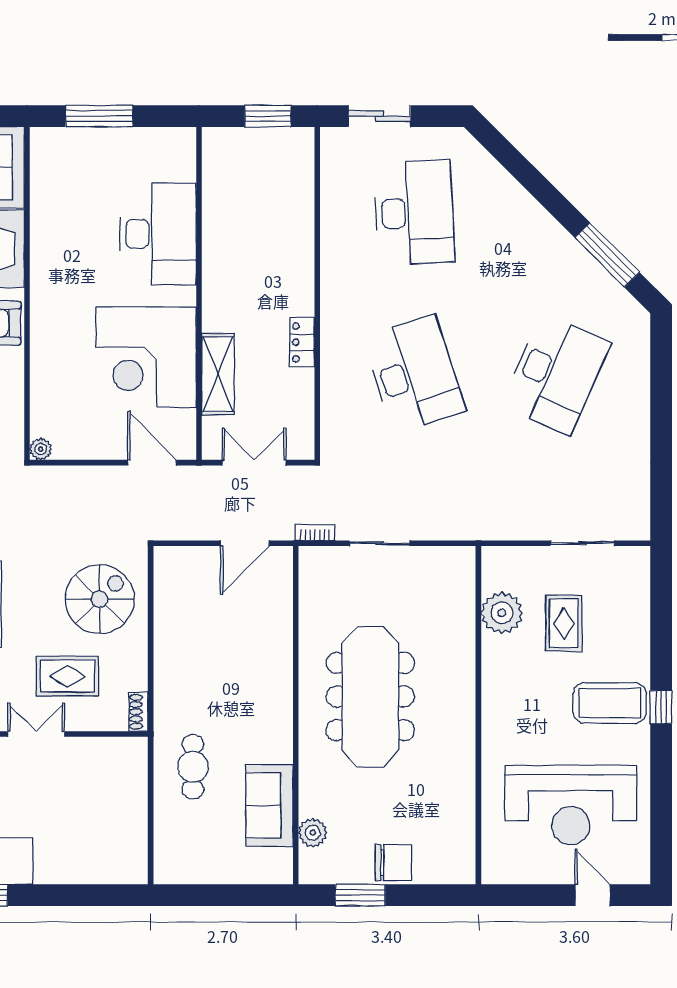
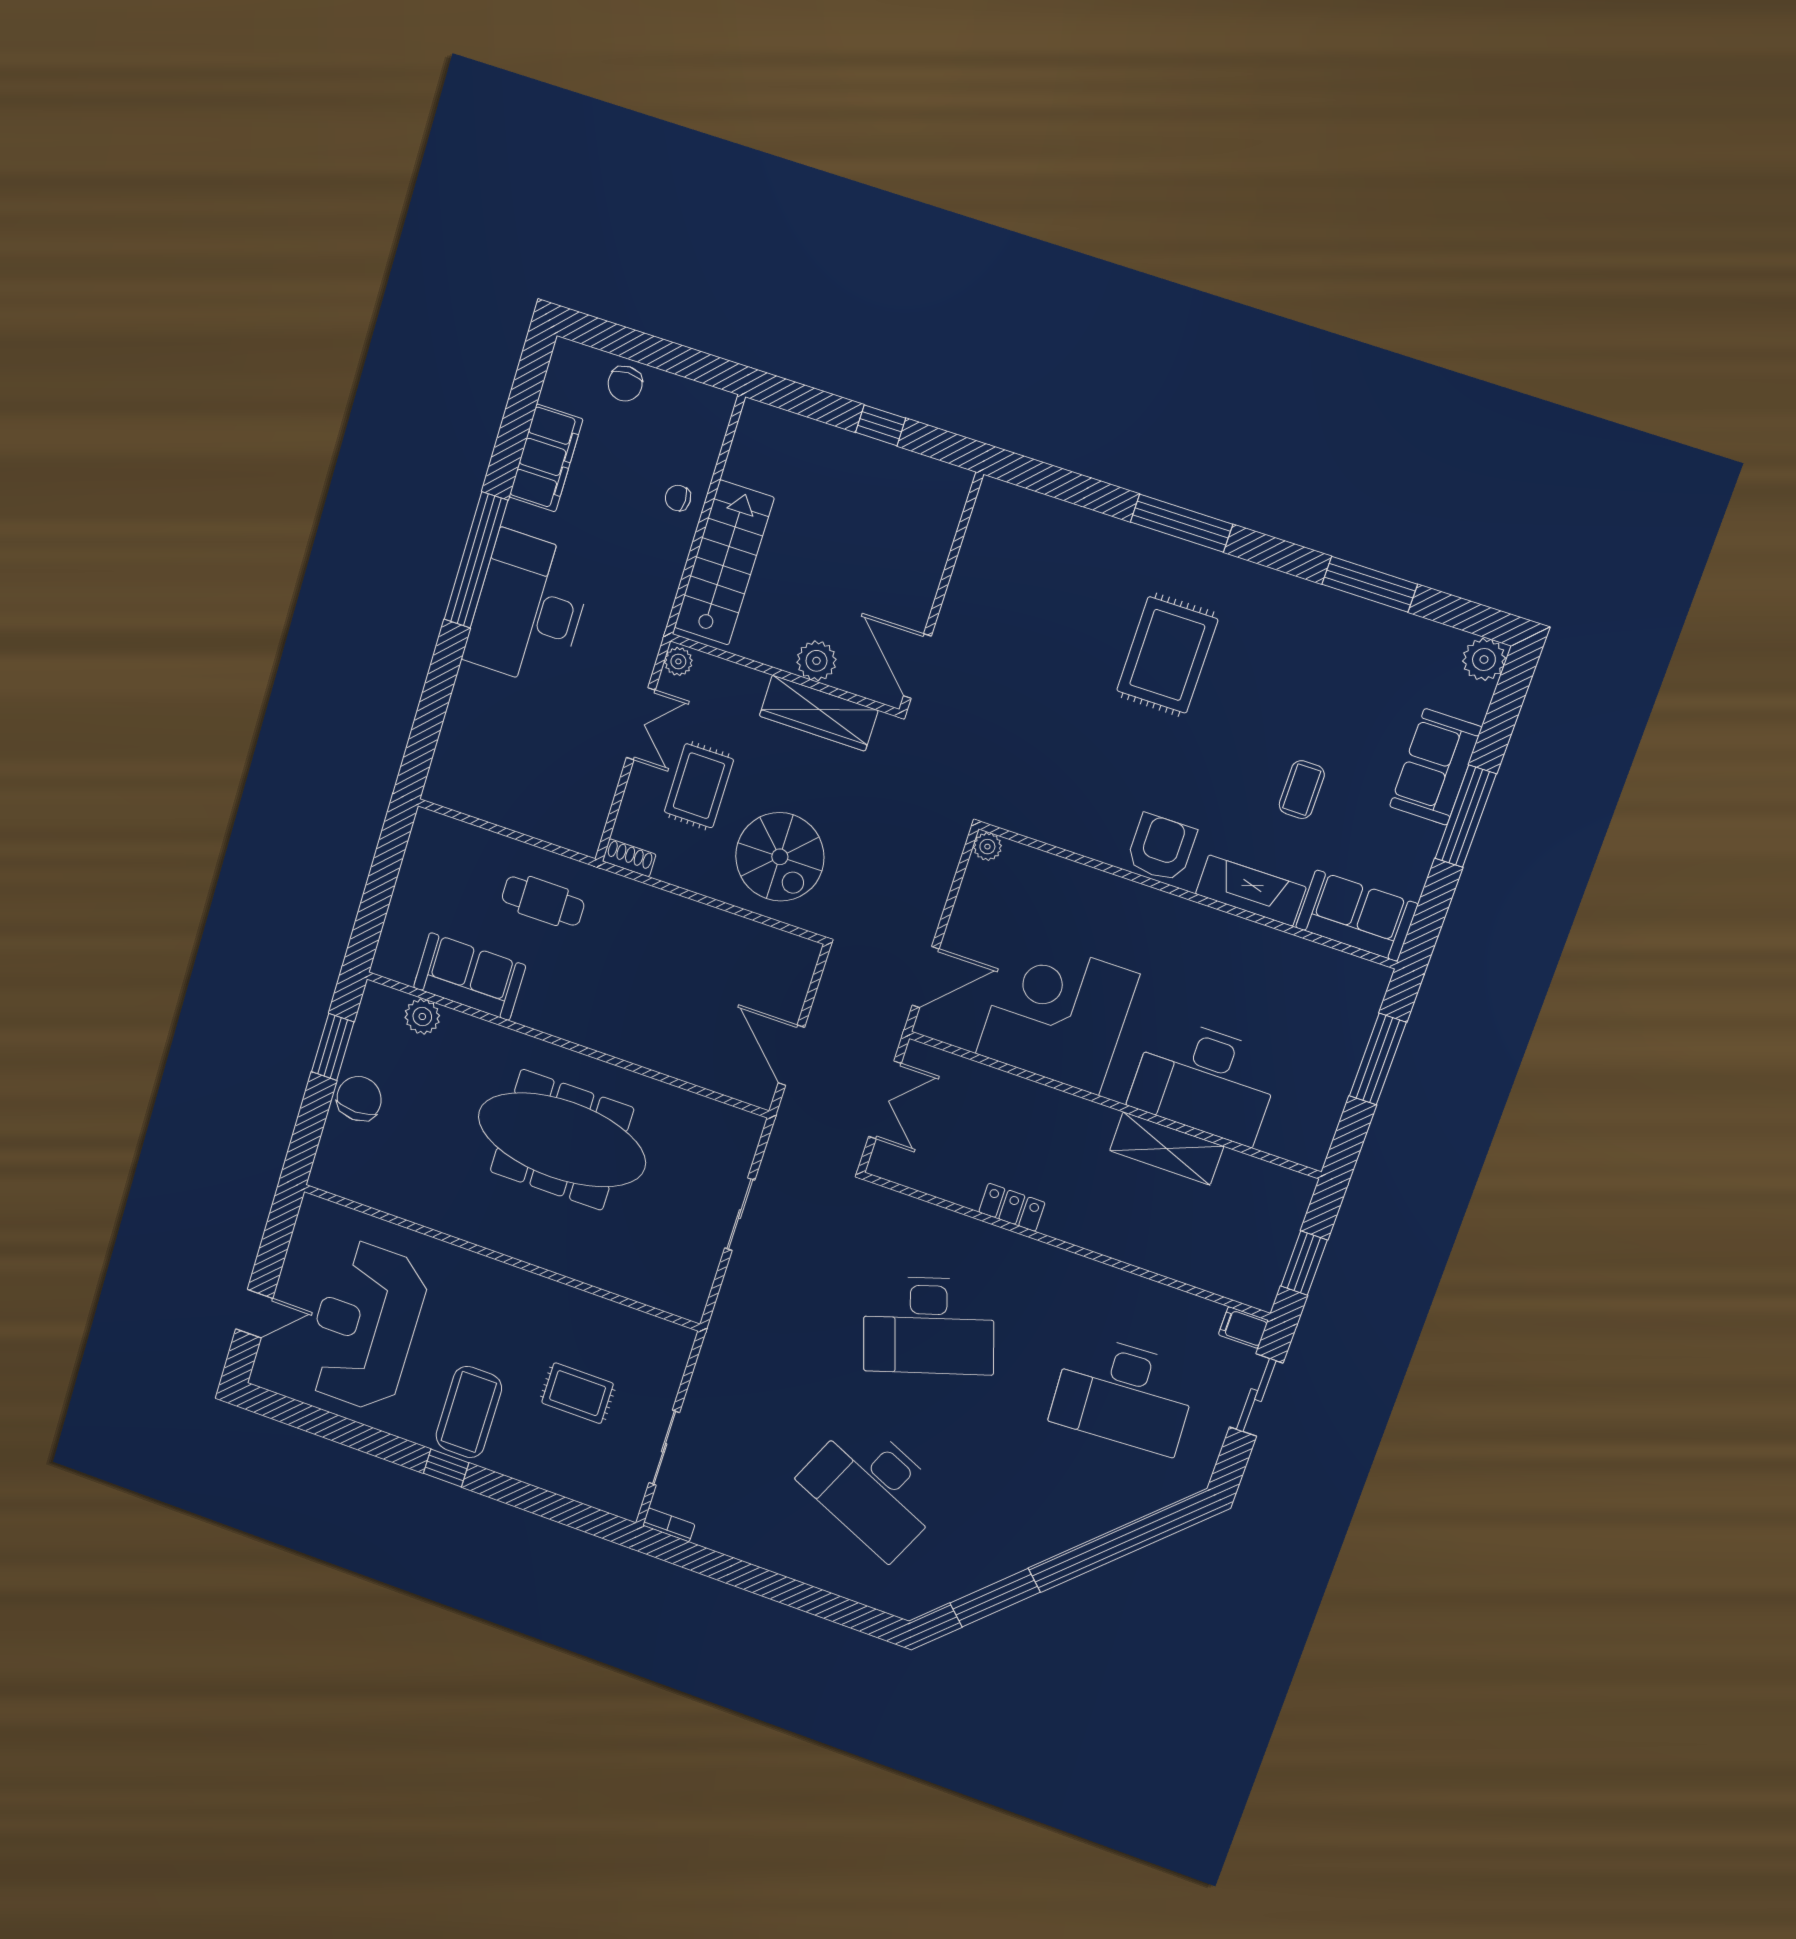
filing cabinet: (332, 143) -> (1243, 1328), added
shelving: (218, 374) -> (1167, 1148), moved
bookcase: (315, 533) -> (669, 1525), moved, turned -90
plant: (502, 613) -> (612, 1327), removed
chair: (393, 863) -> (359, 1099), turned 180

